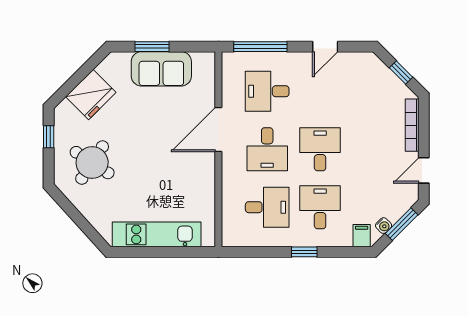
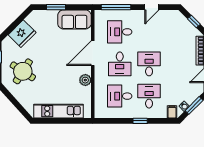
sofa: (161, 69) -> (74, 19), moved
plant: (205, 178) -> (85, 80), added
desk: (267, 207) -> (120, 96), turned 180

